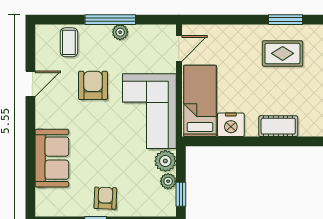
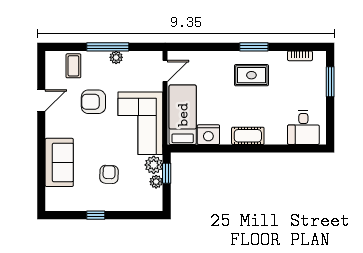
armchair: (93, 85) -> (93, 102), turned -90
window: (181, 194) -> (167, 173), moved
armchair: (105, 198) -> (109, 174), moved

